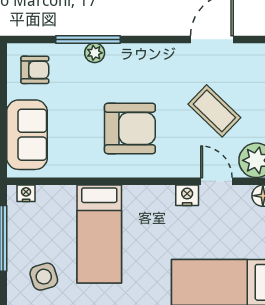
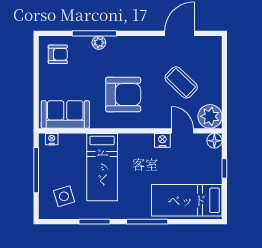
sofa: (27, 135) -> (65, 114), moved, turned -90

